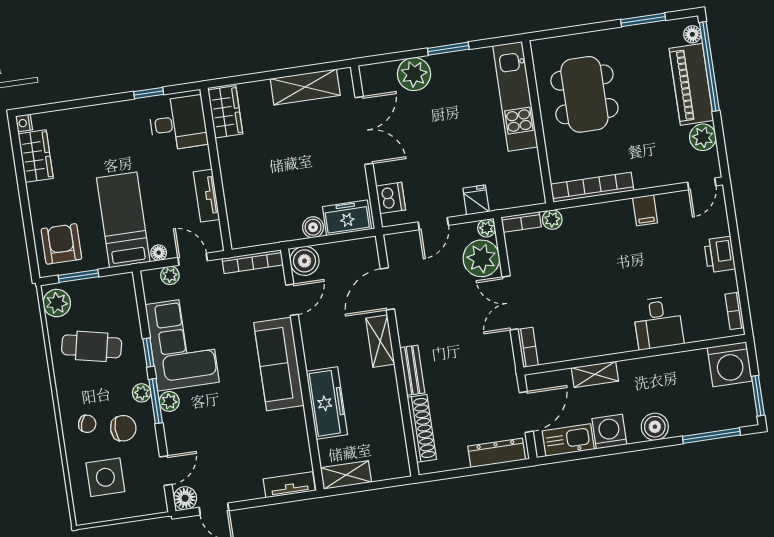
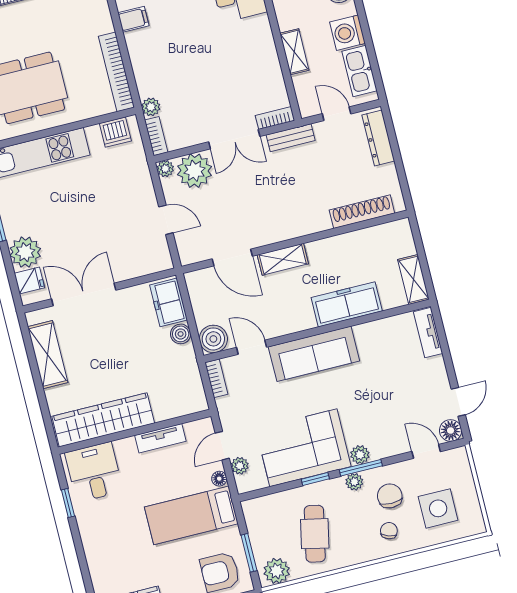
wardrobe: (225, 112) -> (103, 420), width x2.10, depth x1.17
dishwasher: (391, 198) -> (115, 132), moved, turned 180
fridge: (476, 200) -> (29, 280), moved, turned 180
bookcase: (253, 262) -> (216, 378), width x0.64
bench: (412, 370) -> (291, 138), moved
door: (526, 412) -> (337, 114), width x0.73

